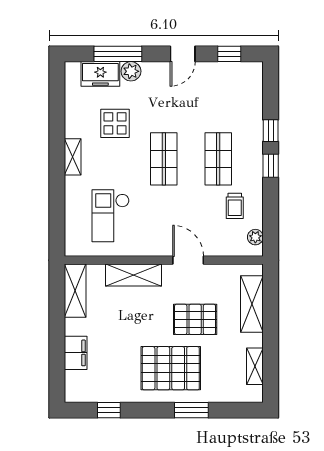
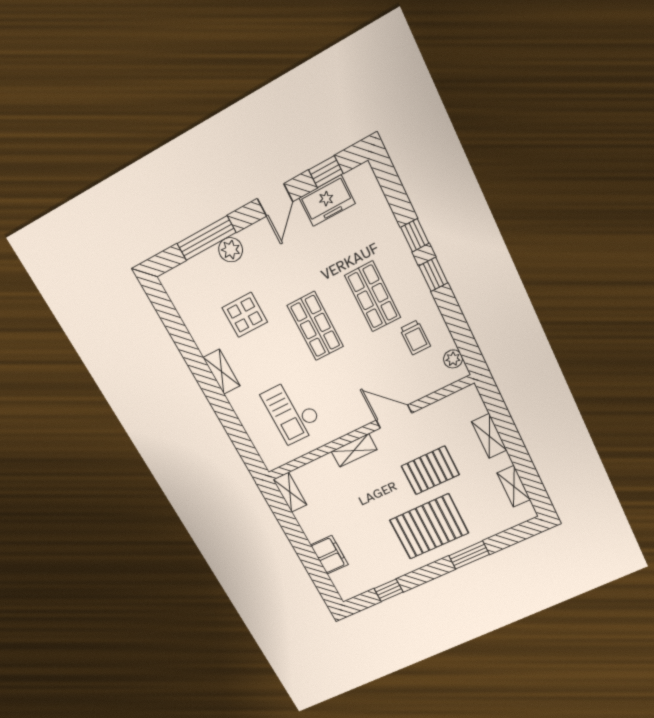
freezer: (100, 74) -> (327, 201), moved
shelving: (134, 275) -> (354, 450), width x0.67, depth x0.75
shelving: (75, 291) -> (290, 492), width x0.67, depth x0.75
shelving: (252, 304) -> (489, 436), width x0.67, depth x0.75

